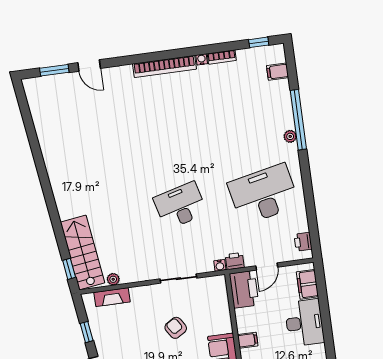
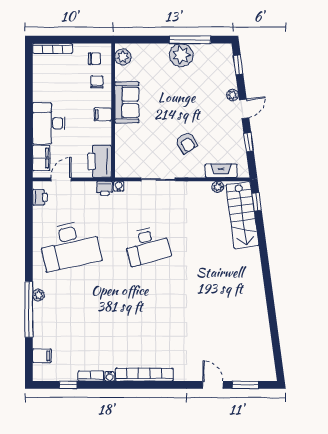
window: (259, 42) -> (68, 385), moved
door: (267, 266) -> (61, 179), moved
armchair: (176, 328) -> (187, 143), moved

